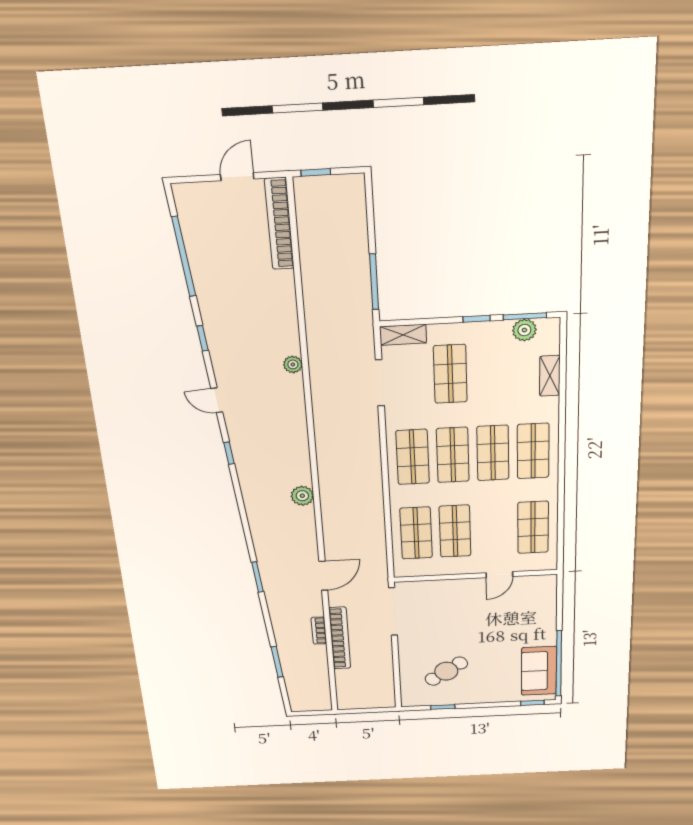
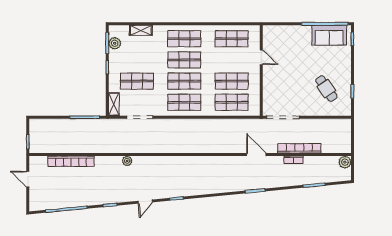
bookcase: (279, 224) -> (71, 161), moved
plant: (302, 496) -> (345, 162), moved

